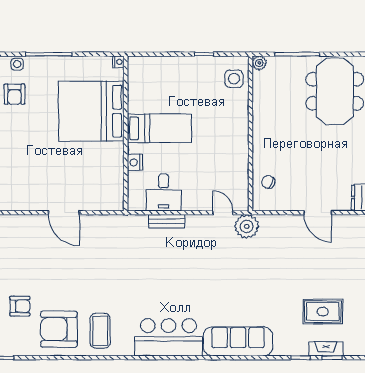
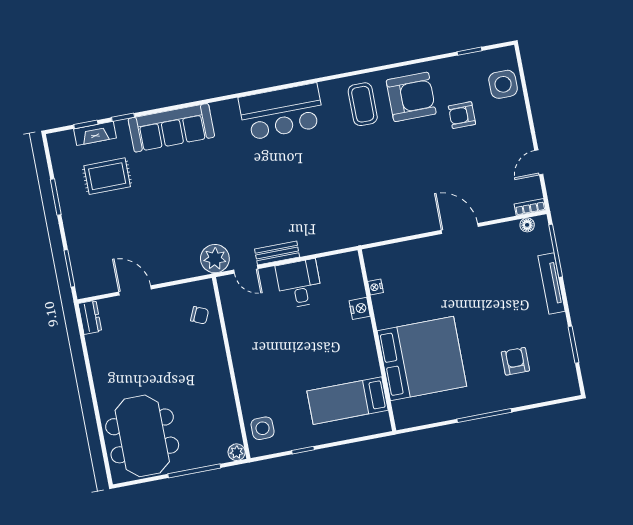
nightstand: (118, 62) -> (375, 287), moved
side table: (17, 64) -> (519, 397), removed
bed: (159, 128) -> (348, 401), moved
desk: (164, 192) -> (299, 284), moved
door: (64, 213) -> (460, 228), moved
bench: (167, 221) -> (277, 253), moved
sofa: (238, 341) -> (171, 128), moved

